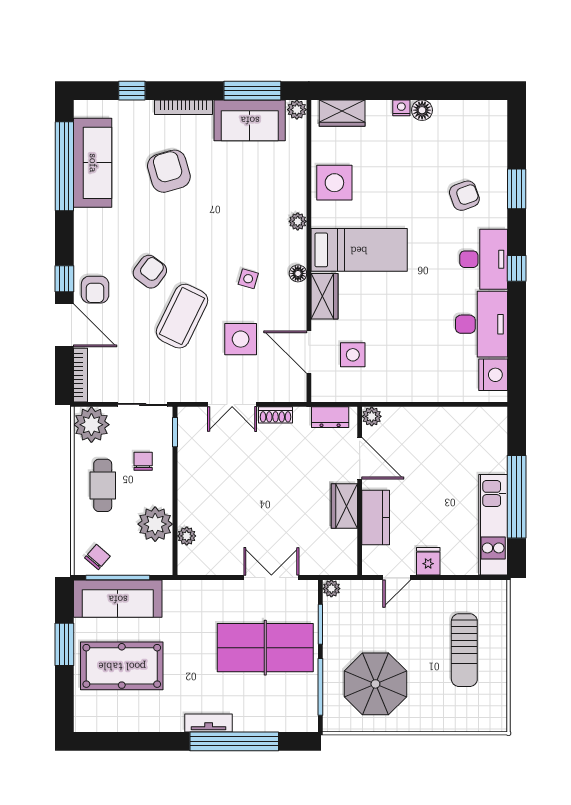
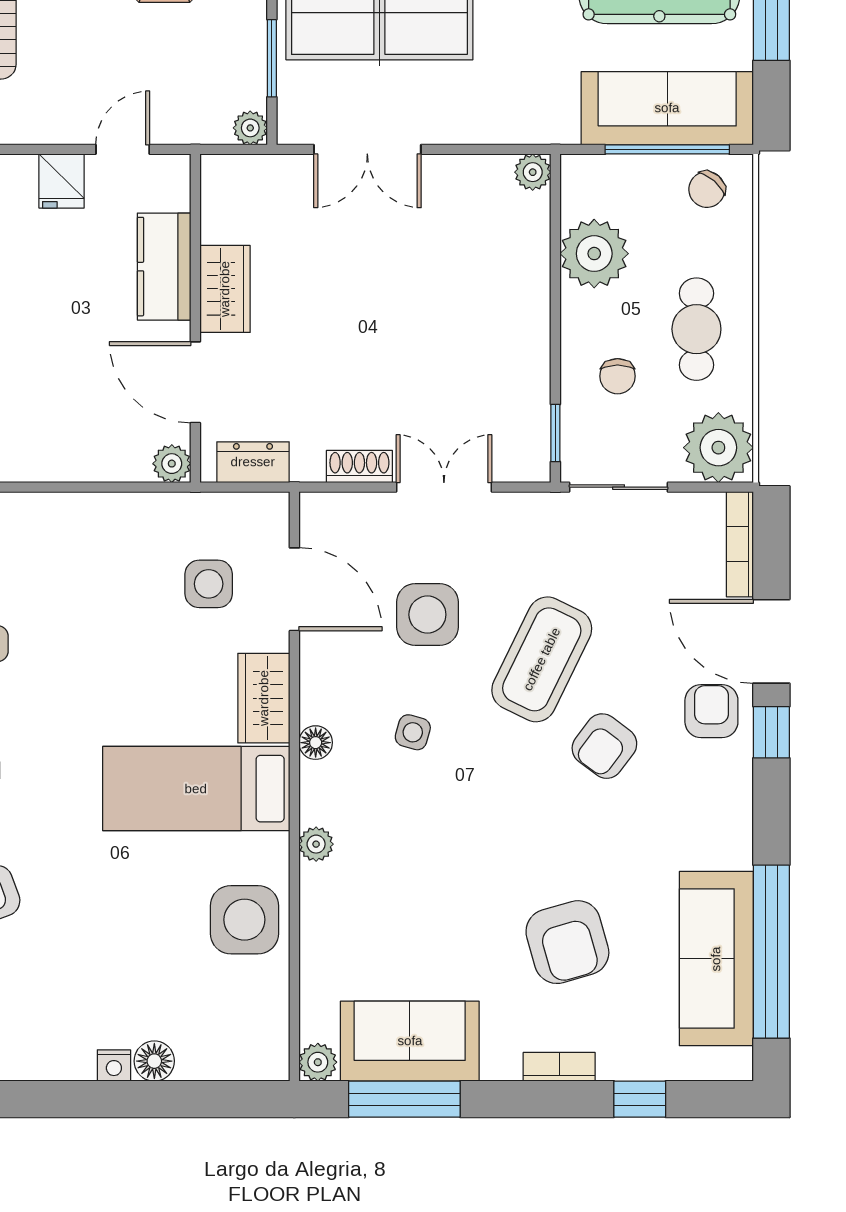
bookcase: (183, 107) -> (559, 1067), width x0.64
floor lamp: (422, 110) -> (154, 1061), moved
wardrobe: (342, 113) -> (230, 1055), removed
plant: (187, 536) -> (533, 172), moved

